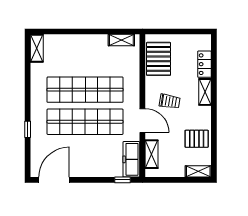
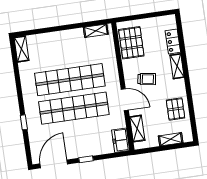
pallet: (197, 139) -> (175, 109), turned 90
freezer: (131, 159) -> (121, 140), width x0.71
shelving: (198, 171) -> (171, 139), moved
window: (123, 180) -> (86, 159), moved

